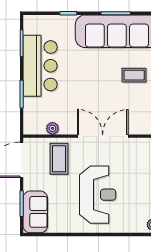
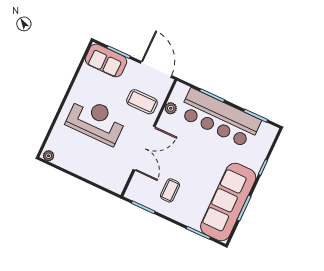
bar counter: (40, 66) -> (220, 118), width x1.36
coffee table: (134, 75) -> (170, 190), moved
reception desk: (98, 195) -> (96, 121), turned 180

